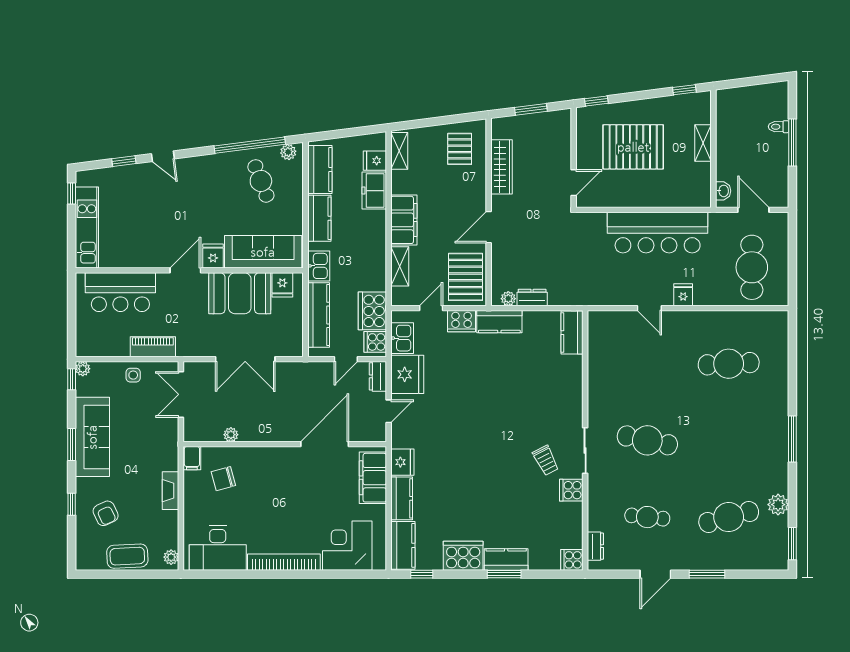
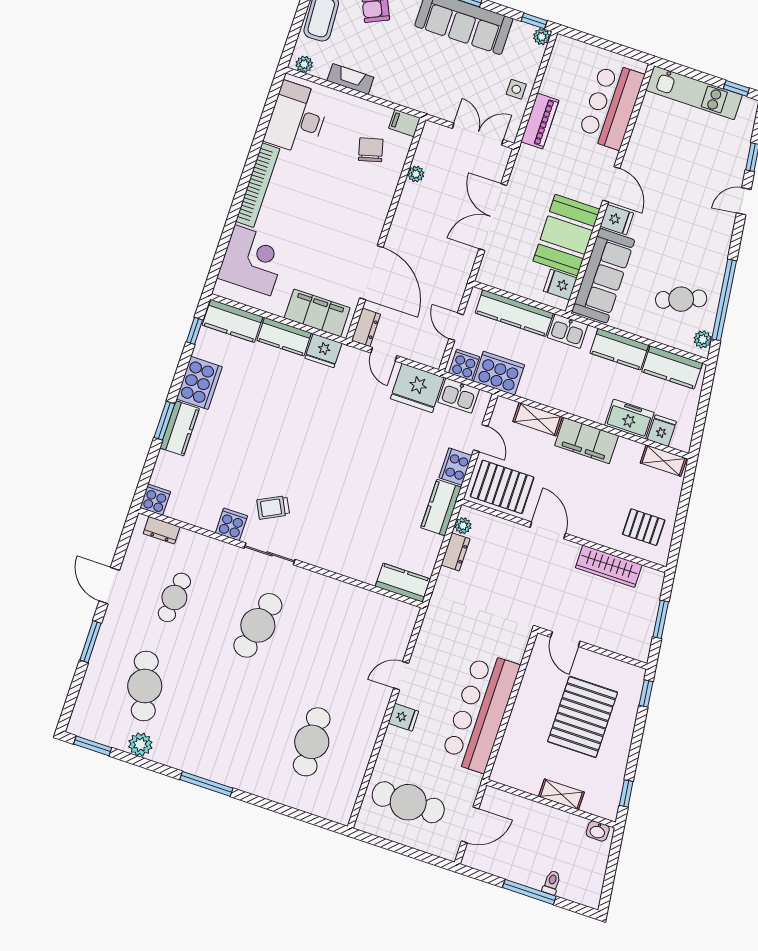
washbasin: (723, 191) -> (598, 831), moved
dresser: (378, 376) -> (366, 327), moved, turned 90
fireplace: (170, 491) -> (350, 79), moved

